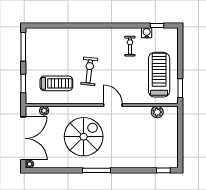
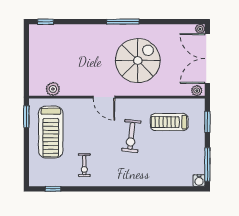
water cooler: (147, 33) -> (199, 180), moved
plant: (44, 111) -> (197, 91), moved
spiral stairs: (84, 137) -> (138, 61), turned 180

